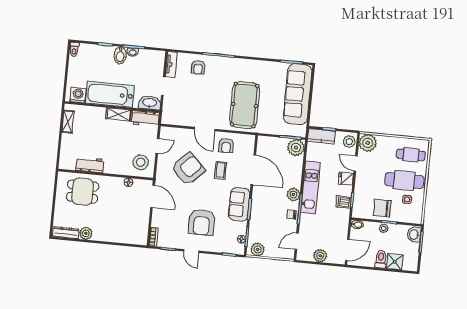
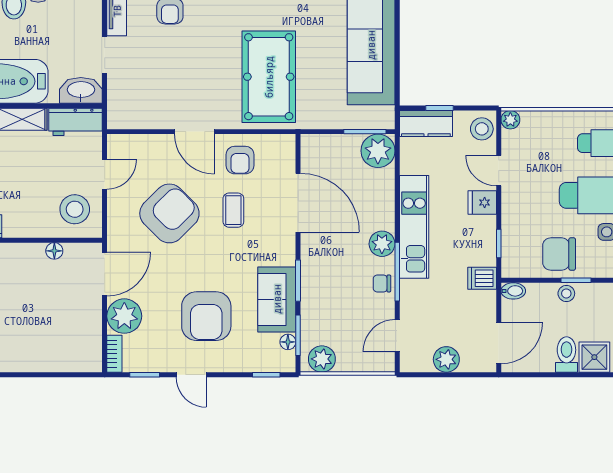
plant: (368, 143) -> (510, 120), width x0.53, depth x0.53
door: (153, 196) -> (105, 274), hinge flipped
dishwasher: (343, 202) -> (482, 278), moved
sofa: (239, 204) -> (277, 299), moved
plant: (160, 218) -> (124, 316), added

